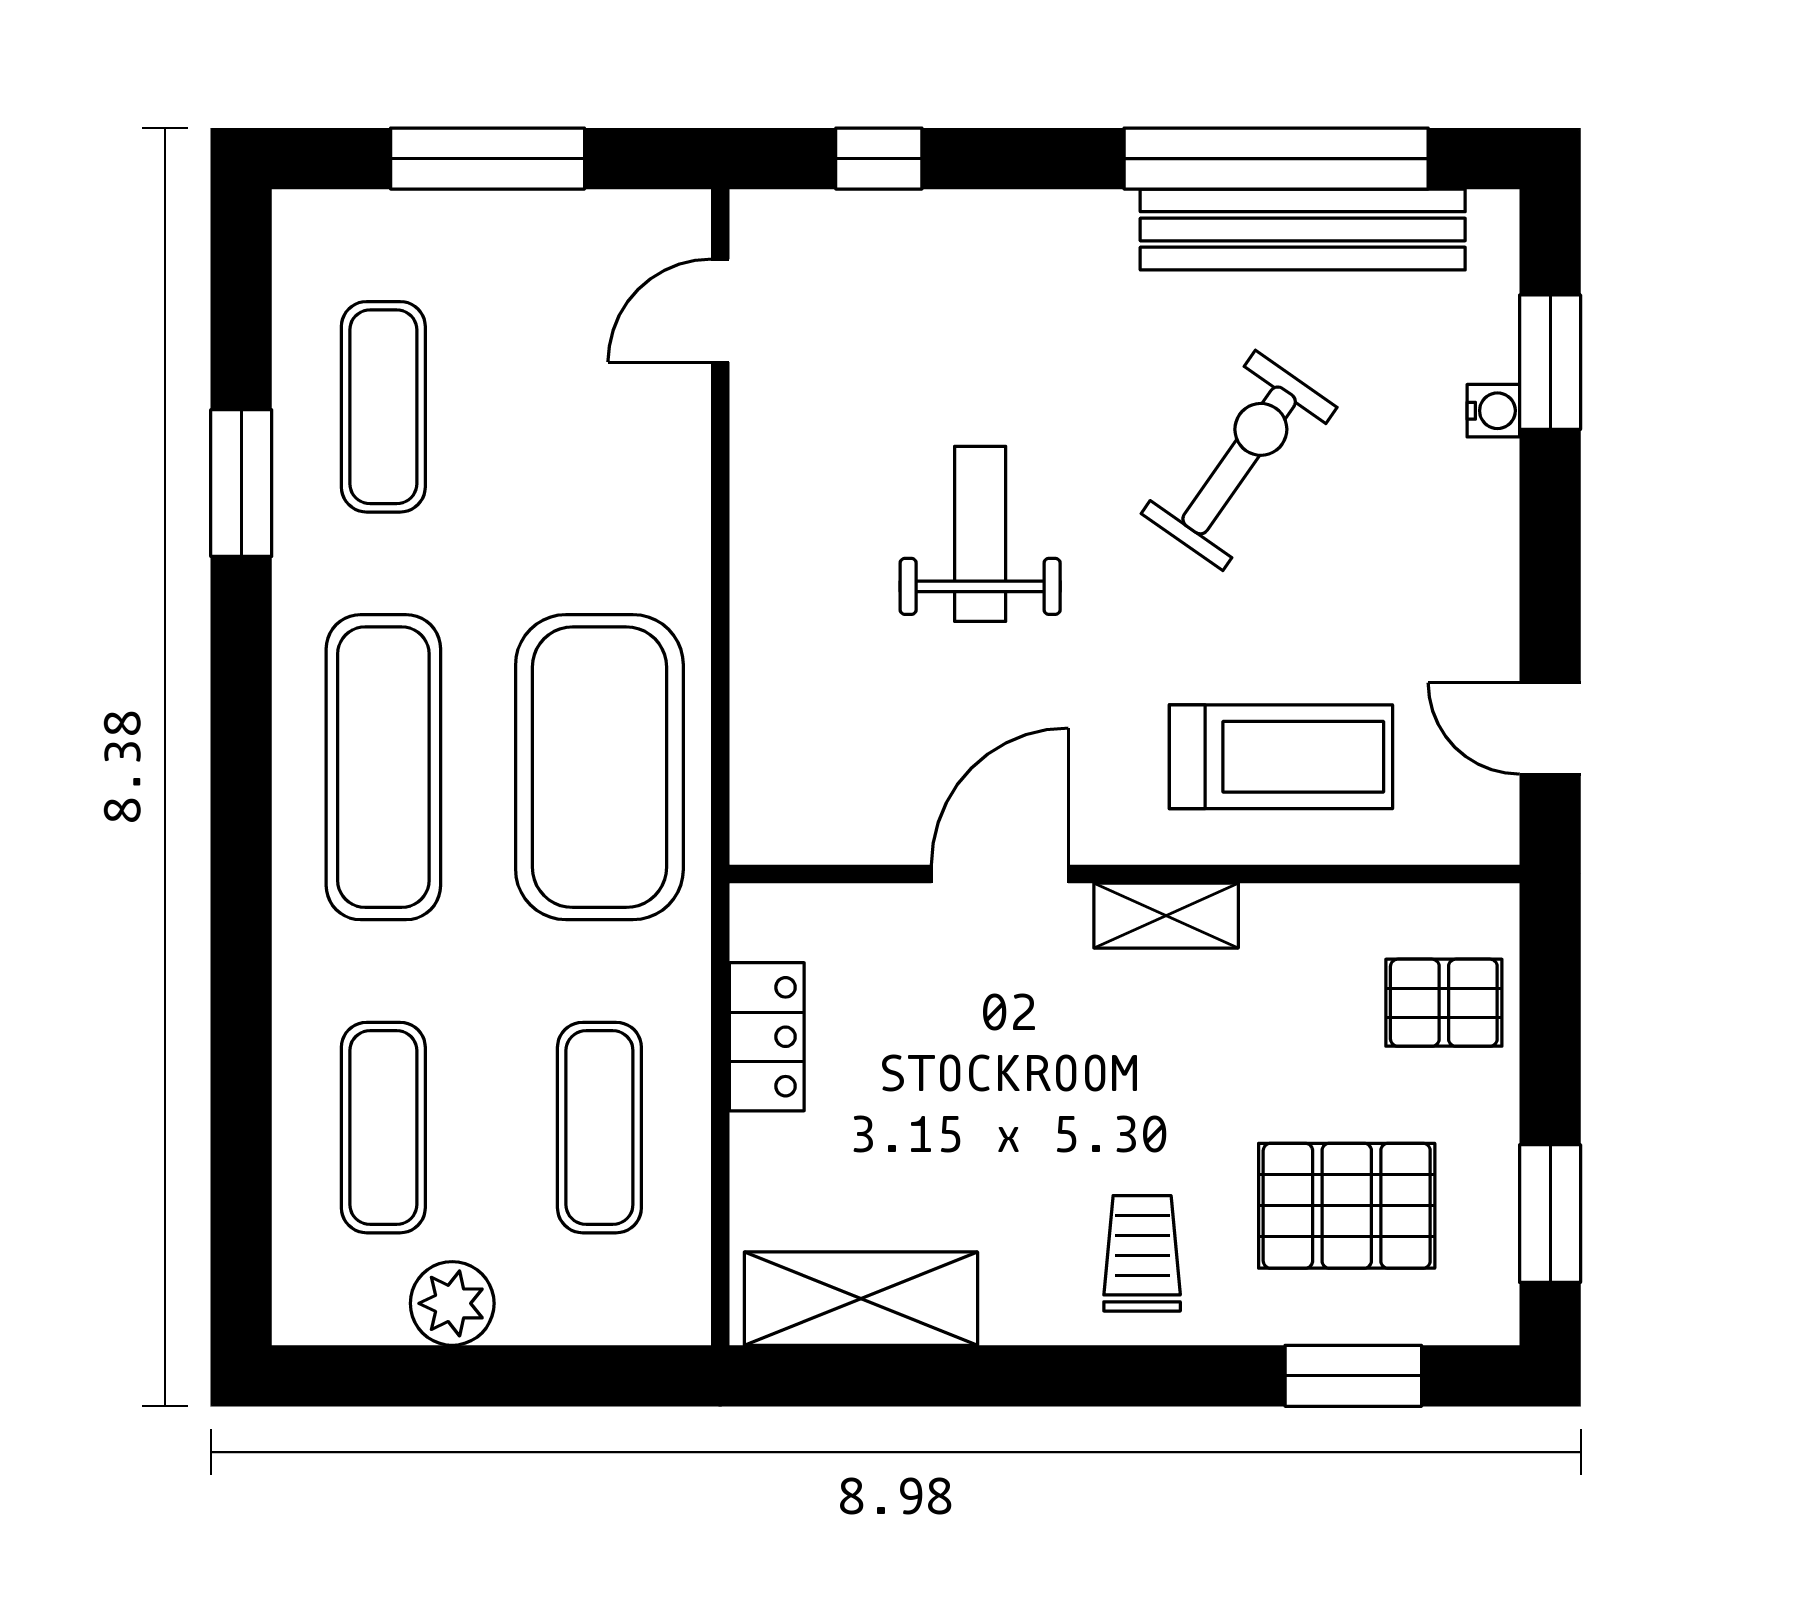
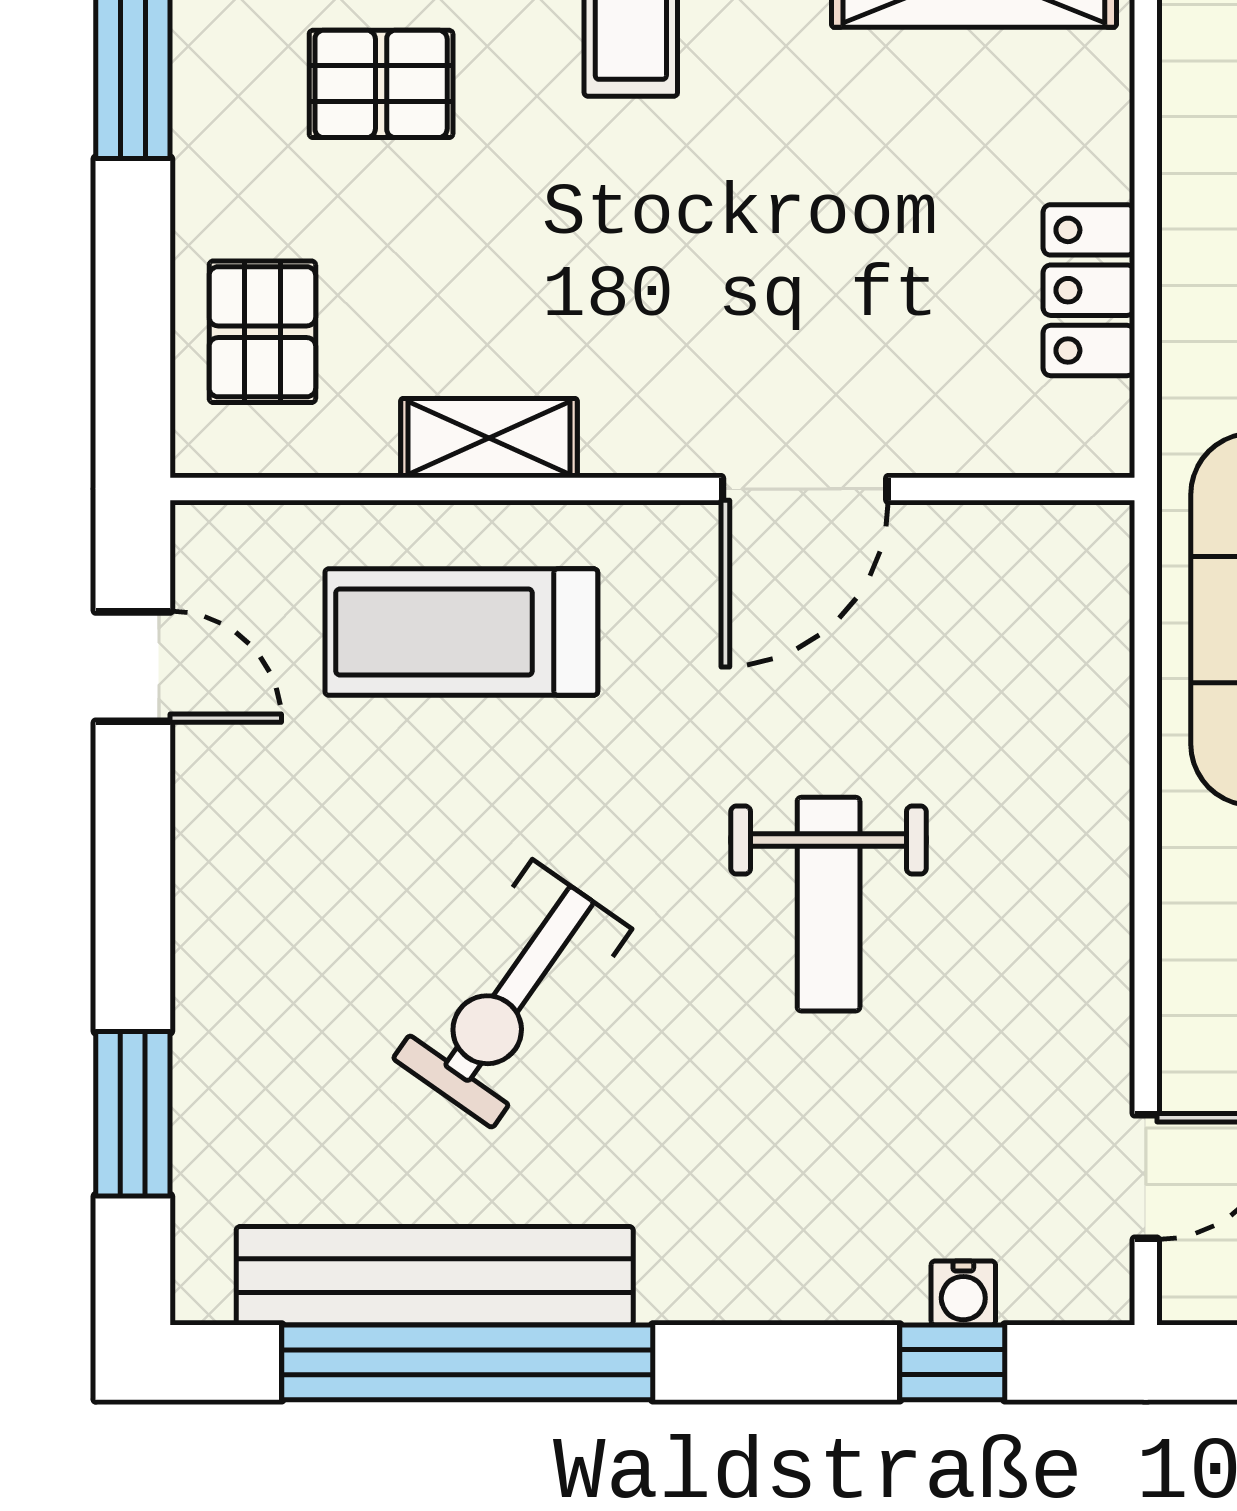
water cooler: (1493, 411) -> (963, 1293), moved, turned -90
shelving: (1166, 916) -> (489, 438), moved
pallet: (1444, 1003) -> (262, 332), turned 90
pallet: (1347, 1206) -> (381, 84), width x0.67, depth x0.71

